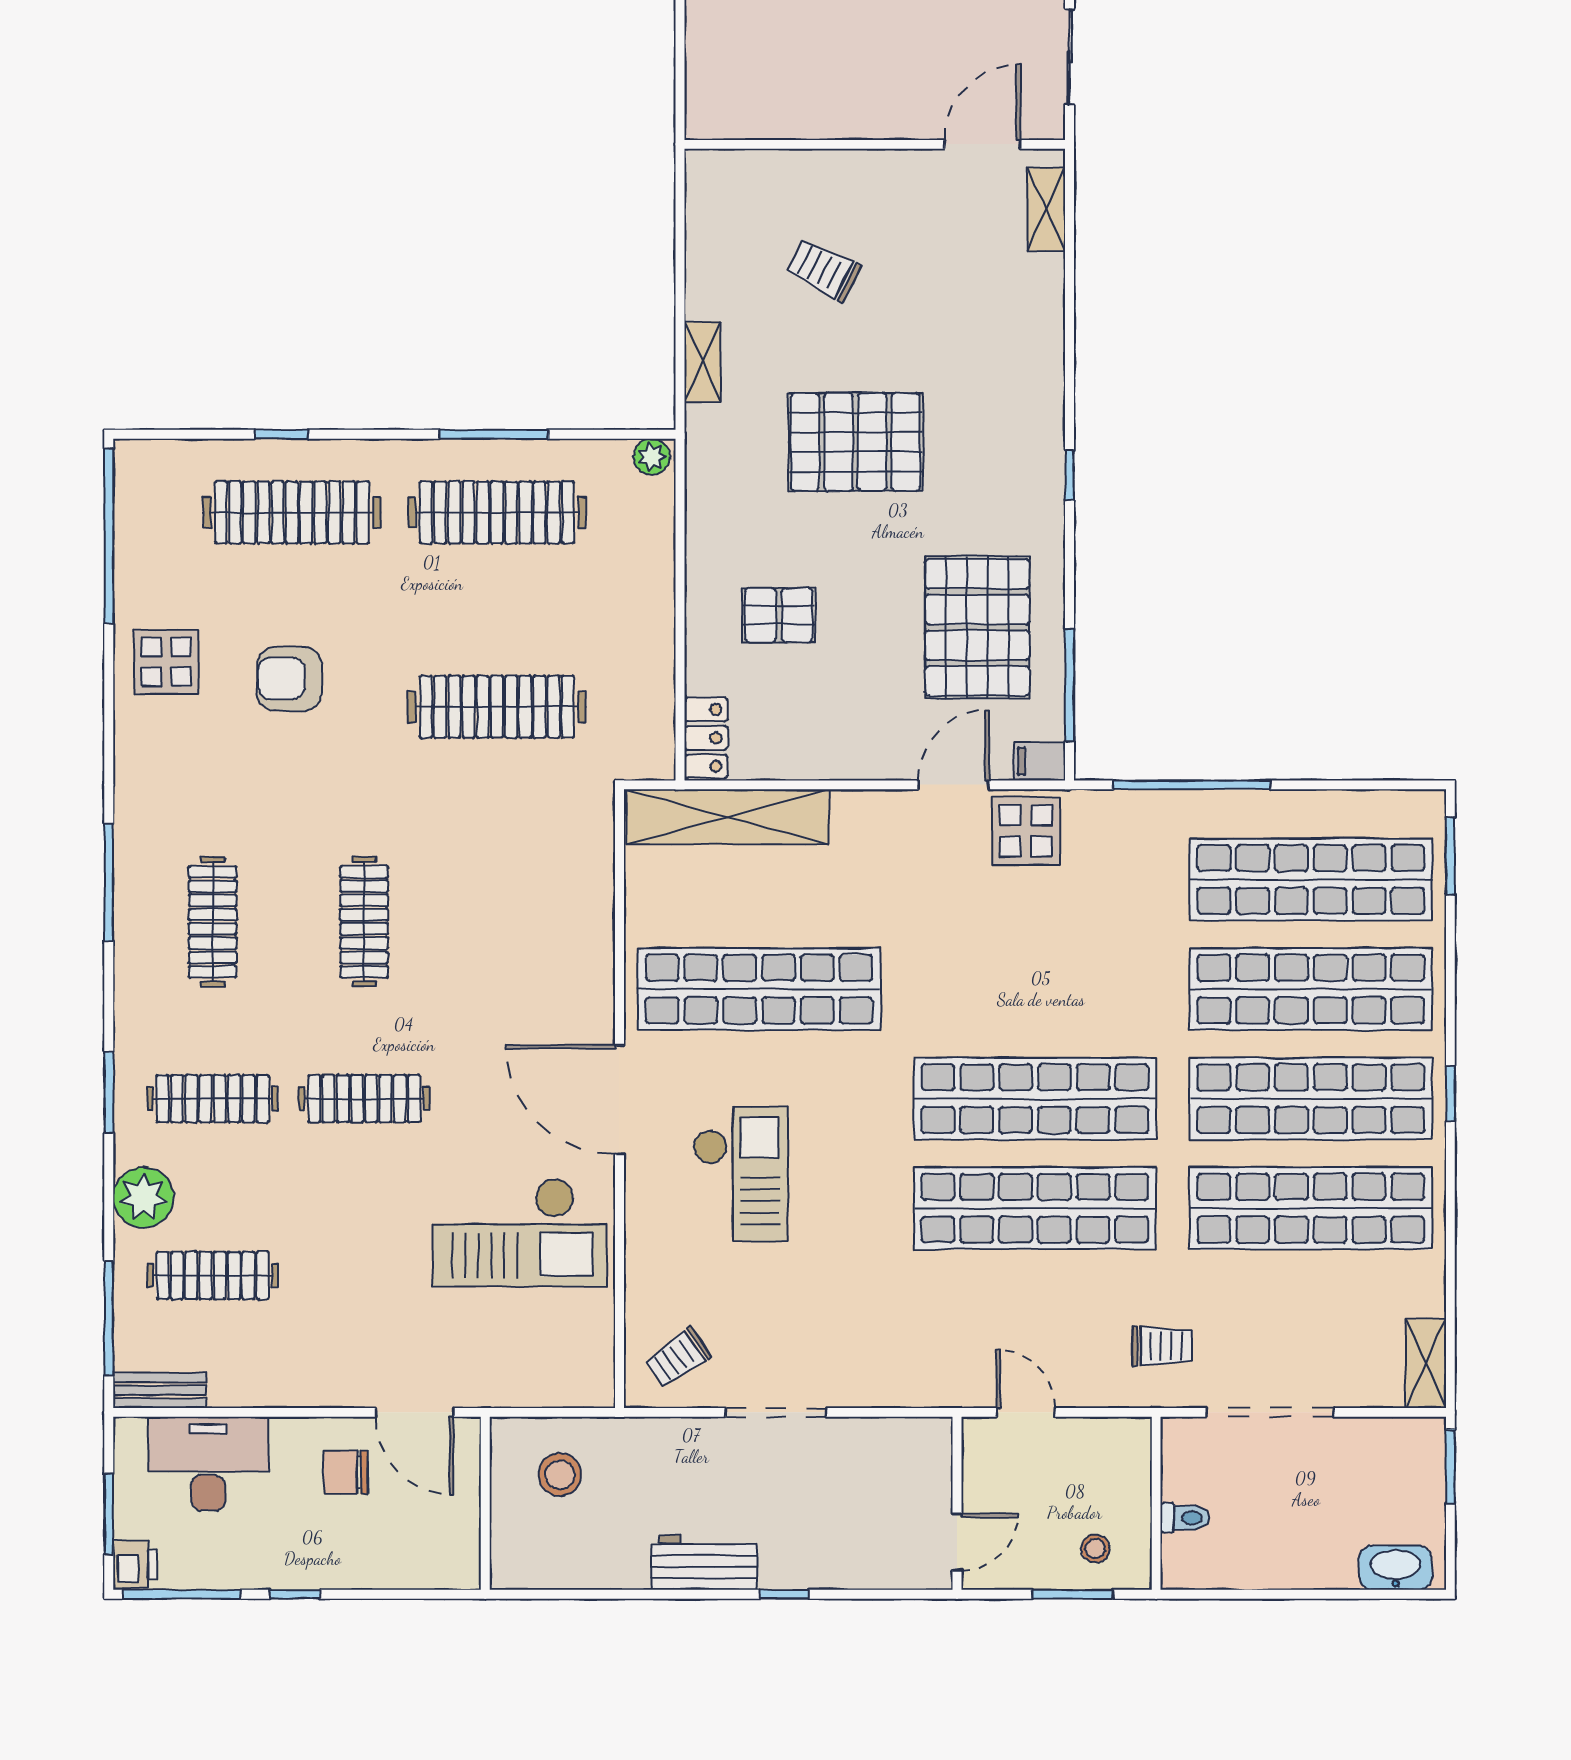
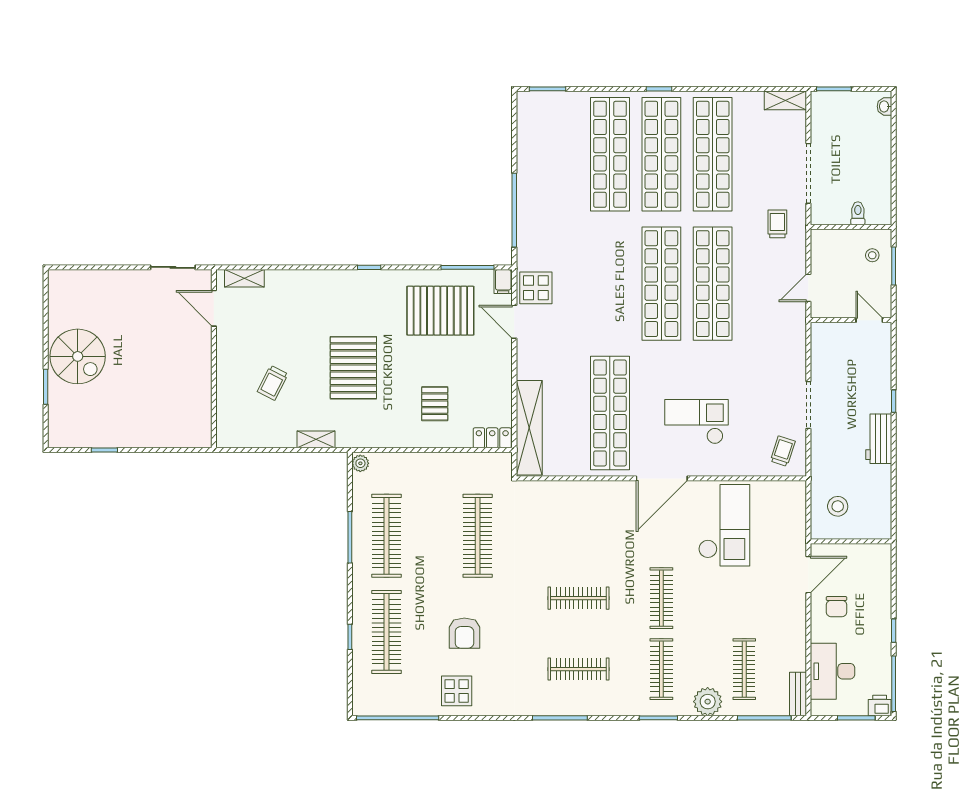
shop shelf: (1311, 879) -> (559, 154), removed
trolley: (678, 1358) -> (783, 451), turned -127
washbasin: (1396, 1568) -> (884, 106), width x0.52, depth x0.69

